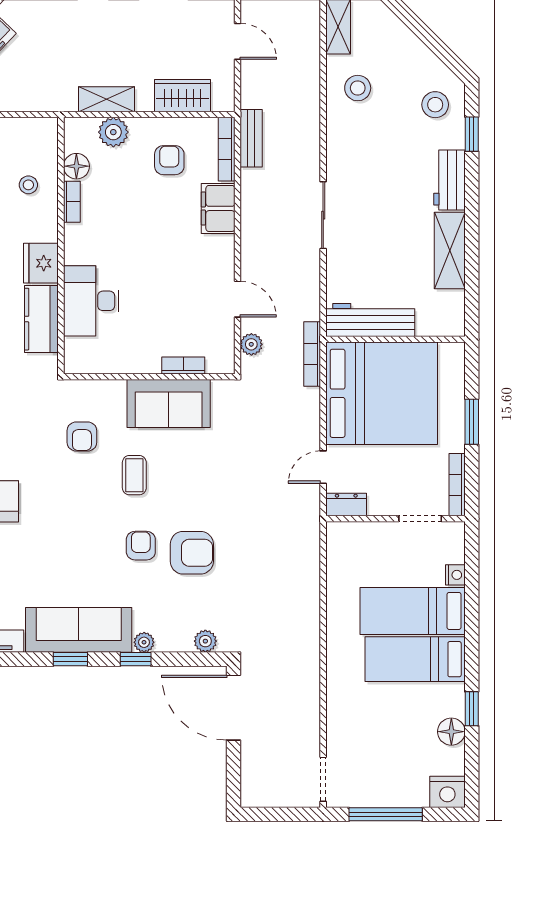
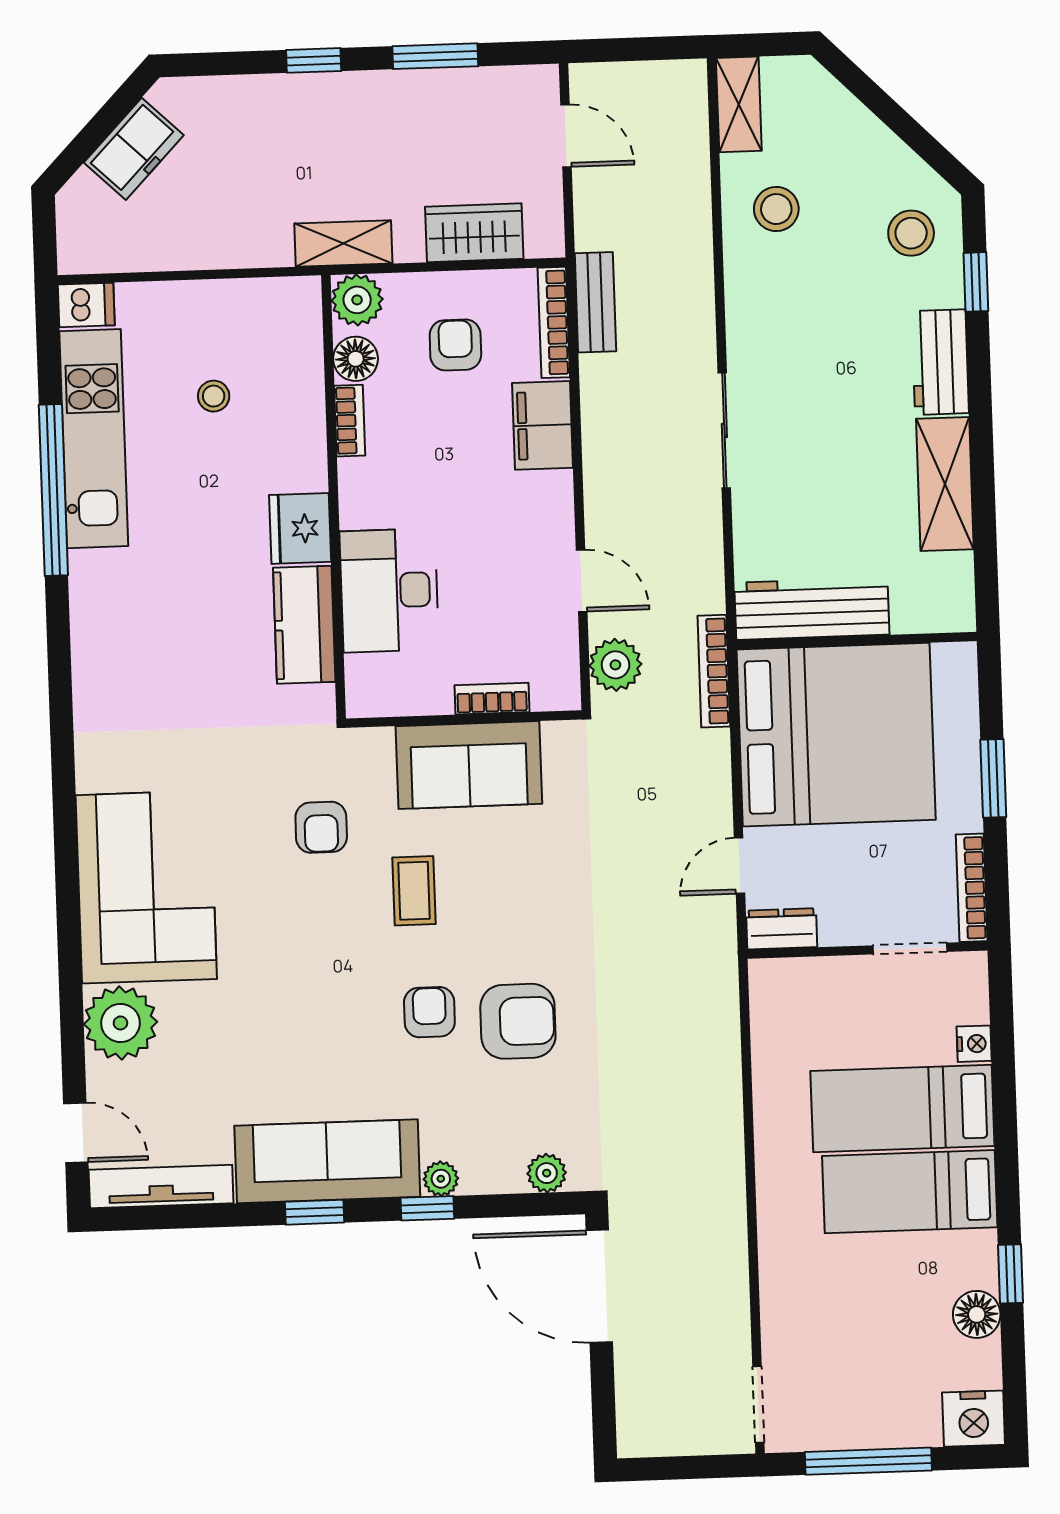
floor lamp: (76, 166) -> (356, 359), moved
bookcase: (72, 202) -> (350, 421), moved
wall: (61, 246) -> (333, 497), moved
fridge: (41, 263) -> (300, 528), moved
desk: (91, 301) -> (389, 590), moved
kitchen counter: (41, 319) -> (304, 625), moved
plant: (251, 344) -> (615, 665), width x1.38, depth x1.38

